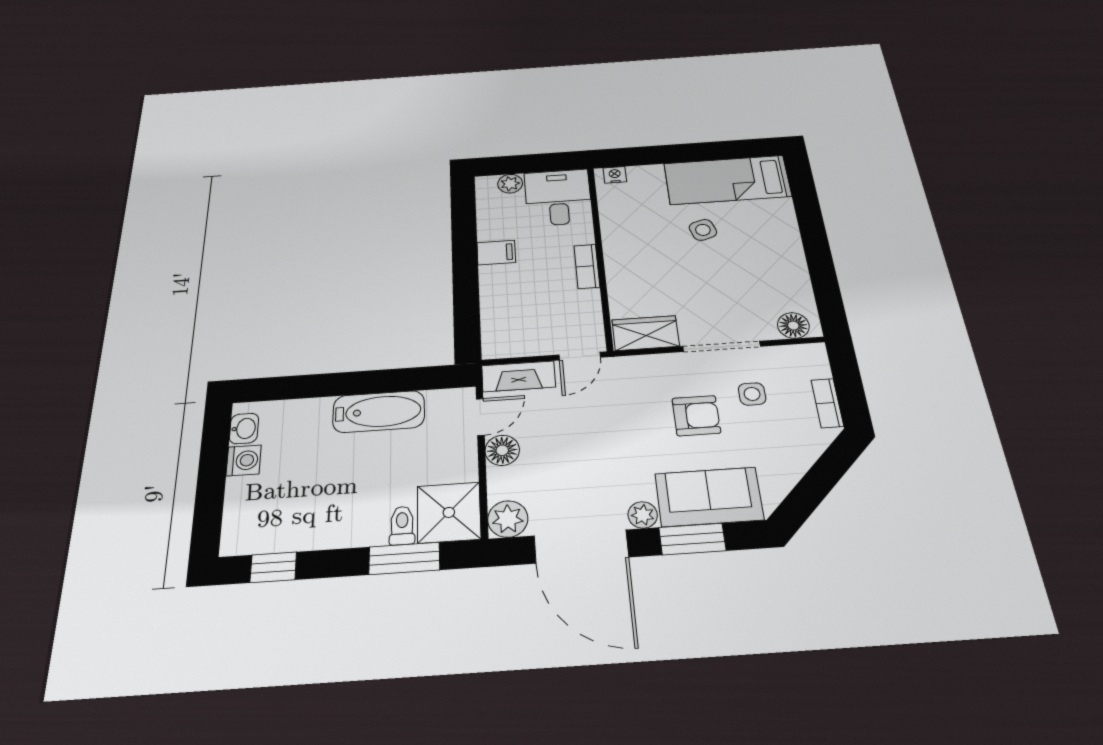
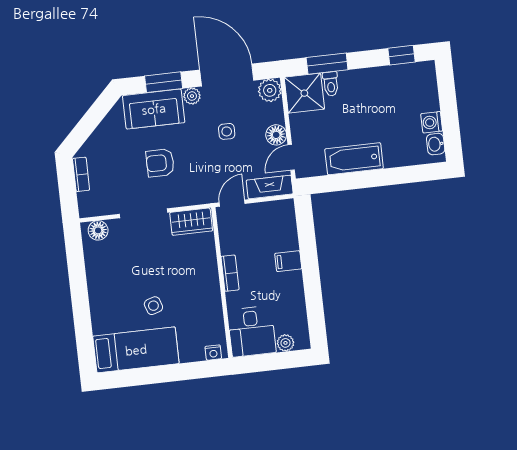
filing cabinet: (496, 253) -> (288, 261), moved
side table: (752, 394) -> (227, 131), moved

